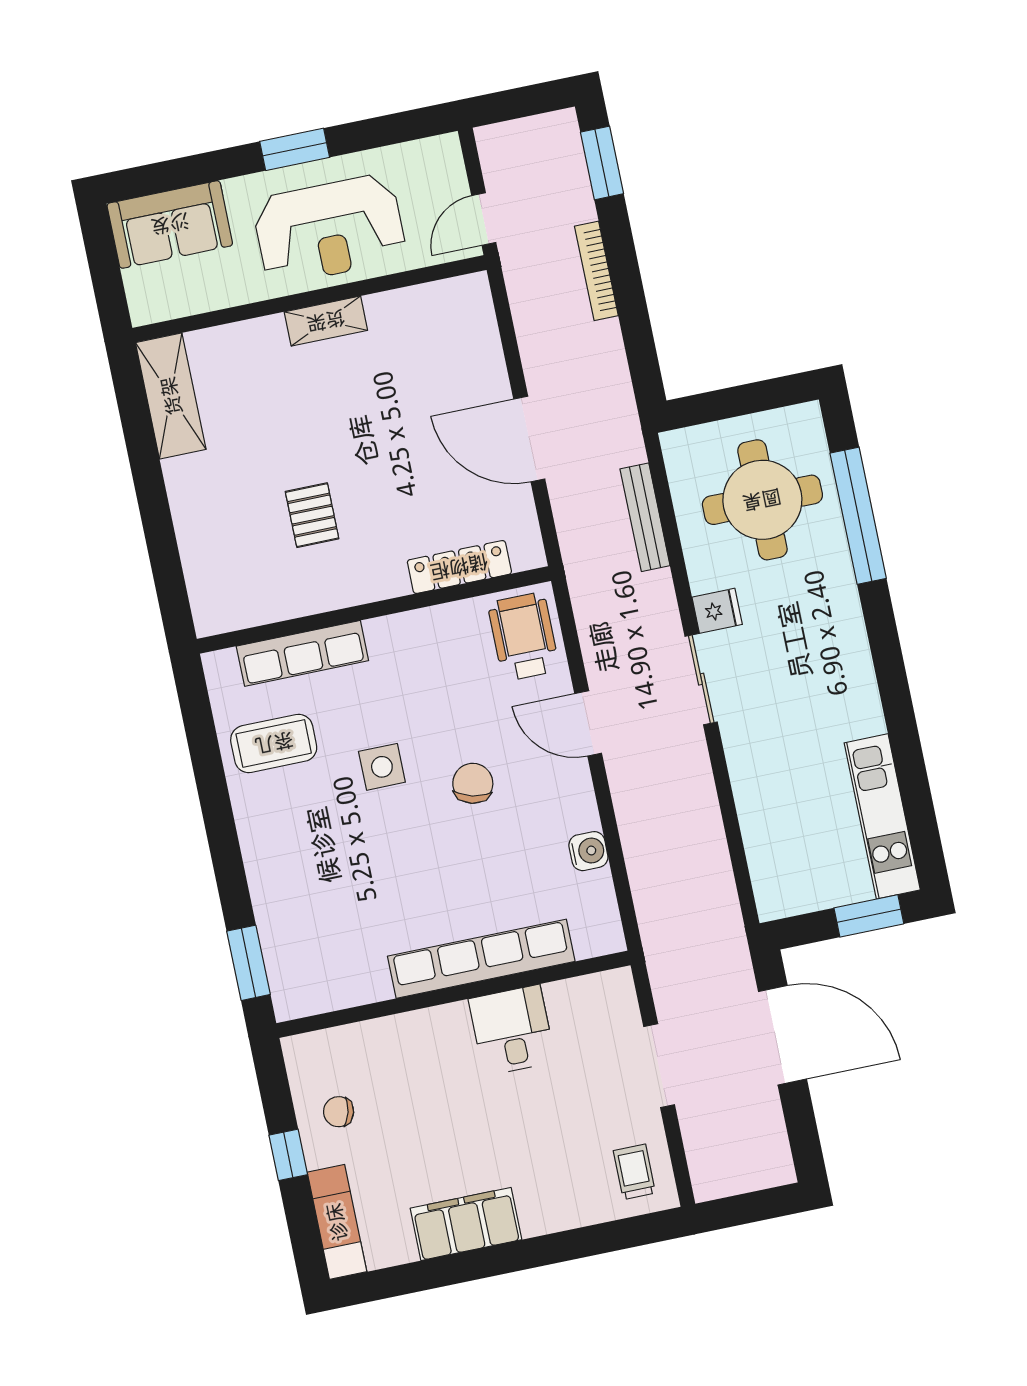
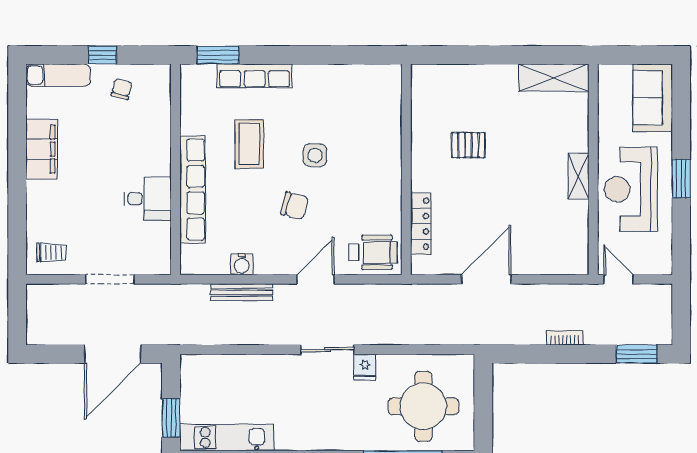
bookcase: (596, 271) -> (565, 338), width x0.64
bench: (645, 517) -> (242, 292), moved
row of seats: (302, 653) -> (255, 76), moved, turned -90
coffee table: (274, 743) -> (249, 144), moved

